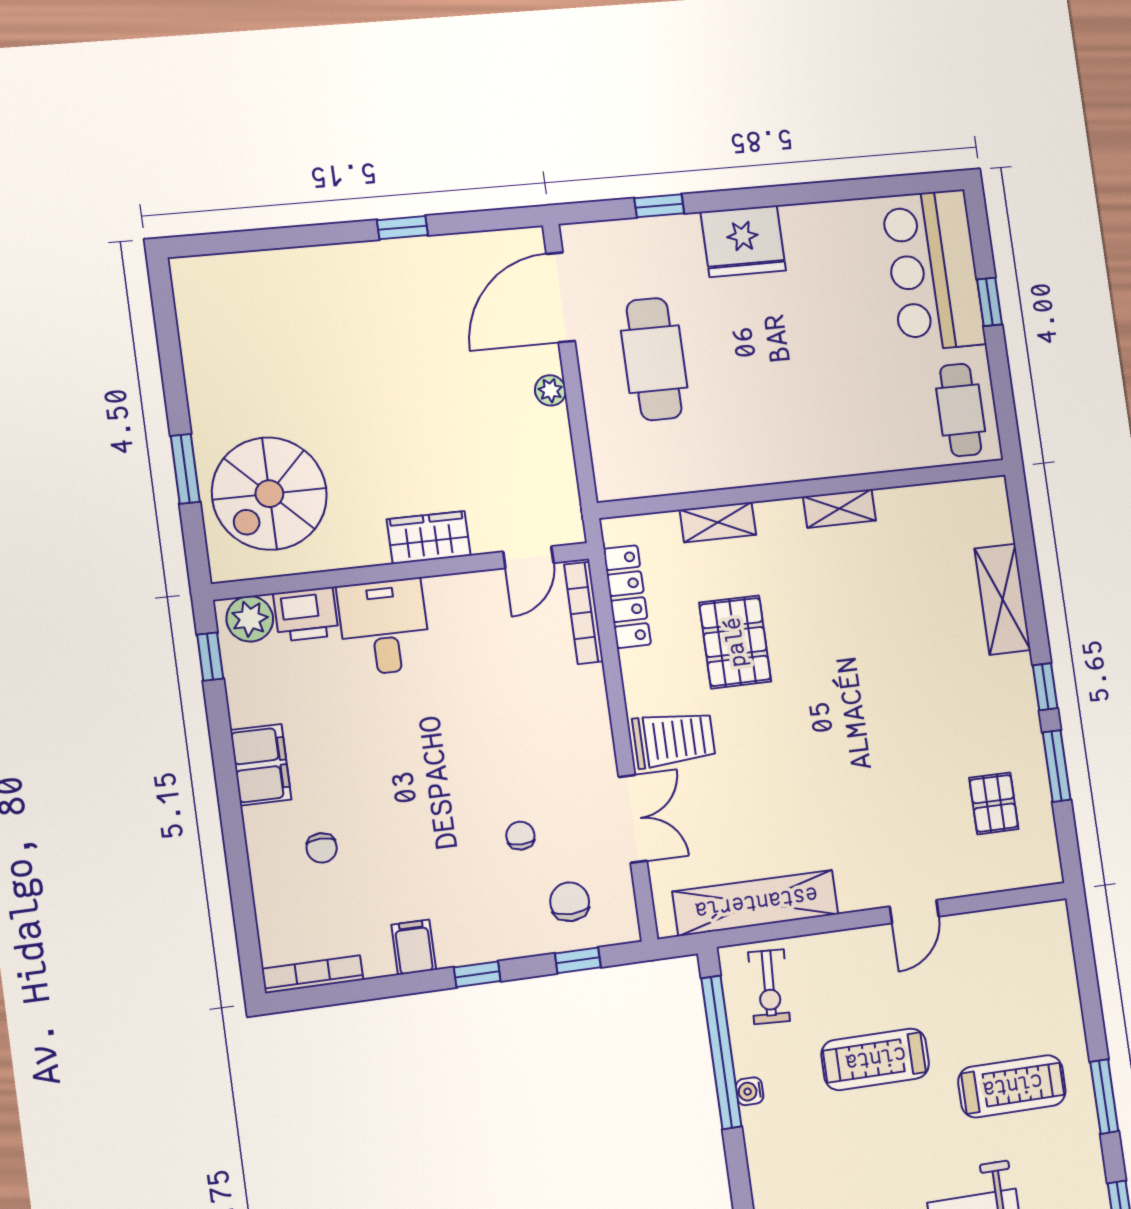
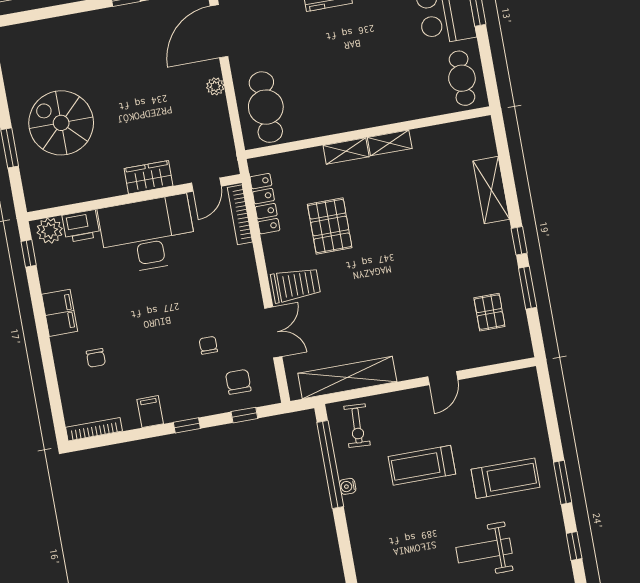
cafe table: (654, 359) -> (266, 107), moved
spiral stairs: (269, 494) -> (61, 123), moved, turned 90
shelving: (718, 522) -> (346, 151), moved
desk: (384, 627) -> (148, 234), width x1.87, depth x1.30

